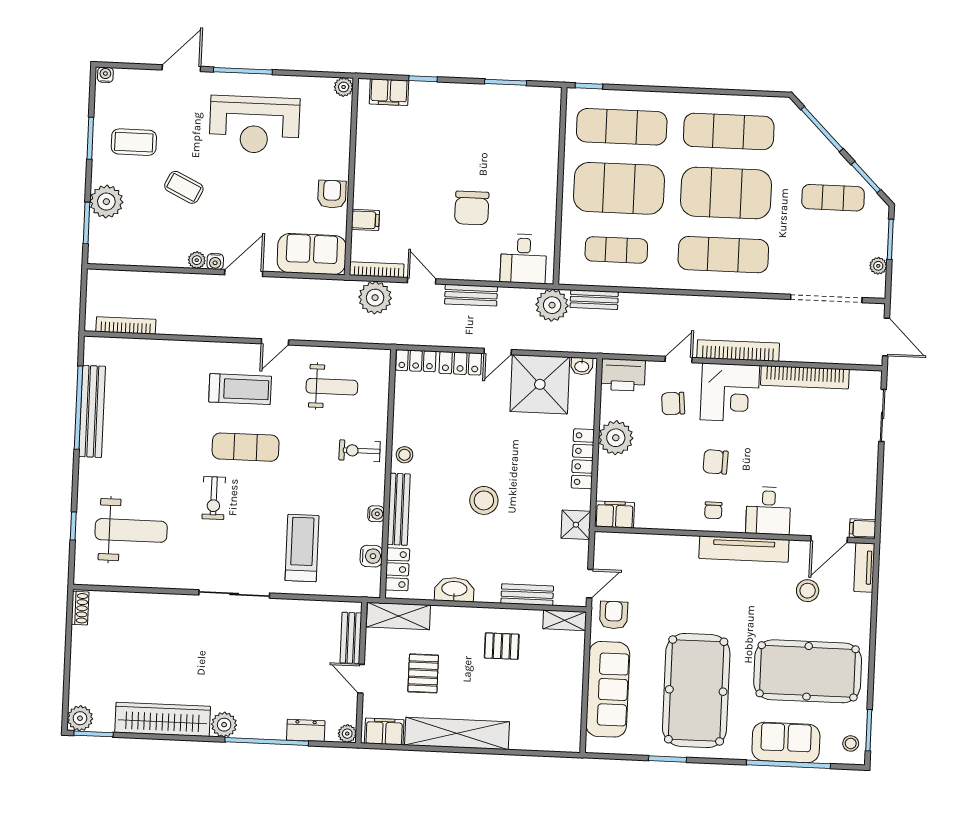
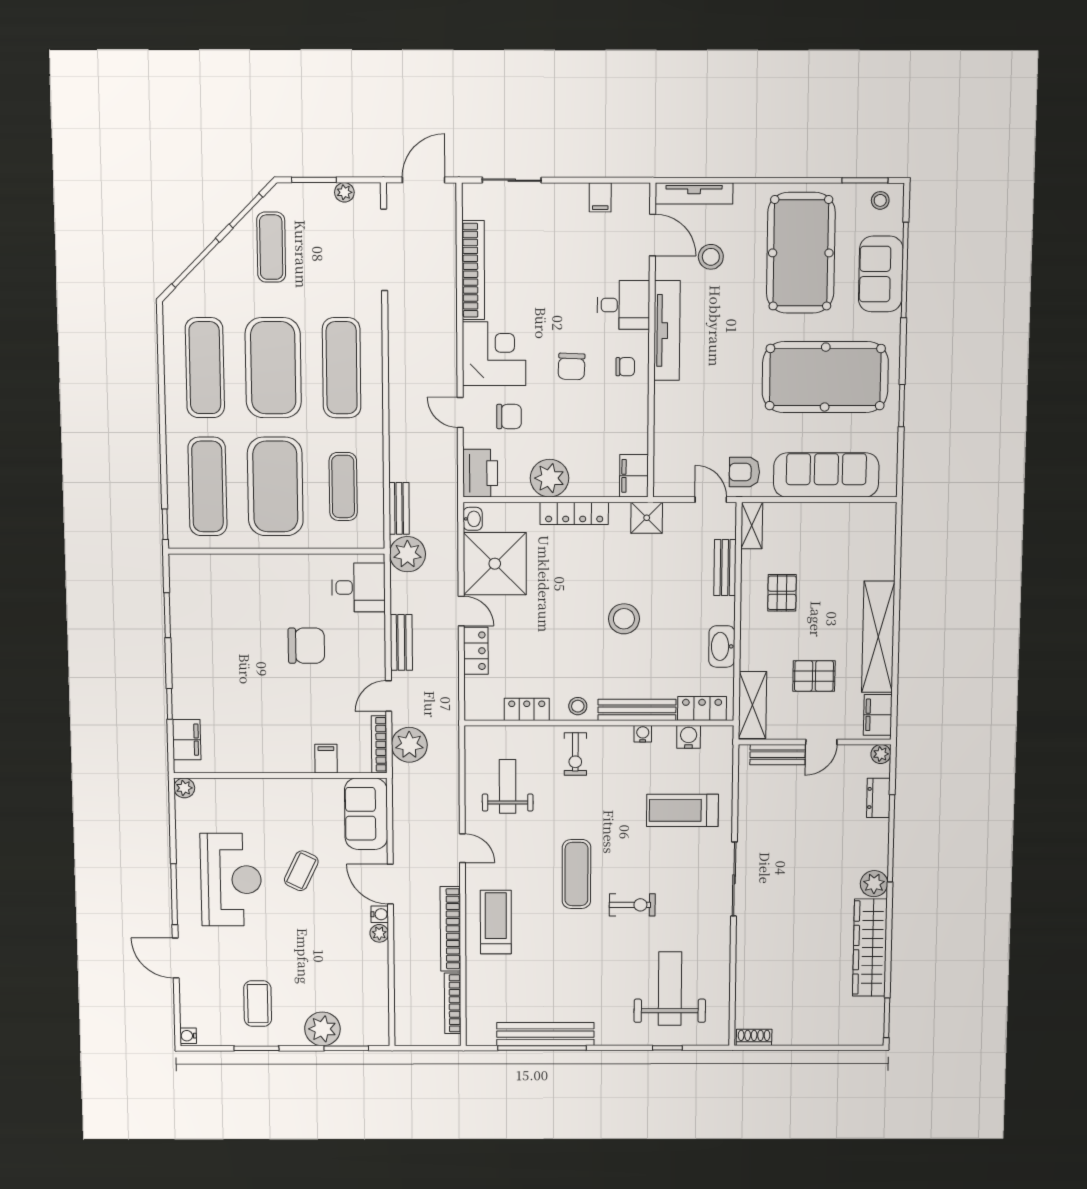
coffee table: (184, 187) -> (301, 871), moved
armchair: (332, 194) -> (300, 795), removed
bookcase: (738, 351) -> (450, 929), moved
locker: (416, 361) -> (527, 709), moved, turned -90
treadmill: (240, 389) -> (496, 922), moved
chair: (673, 403) -> (509, 416), turned -85
filing cabinet: (863, 529) -> (600, 197), moved
tv unit: (864, 567) -> (694, 193), width x1.41
plant: (80, 718) -> (870, 1032), removed

